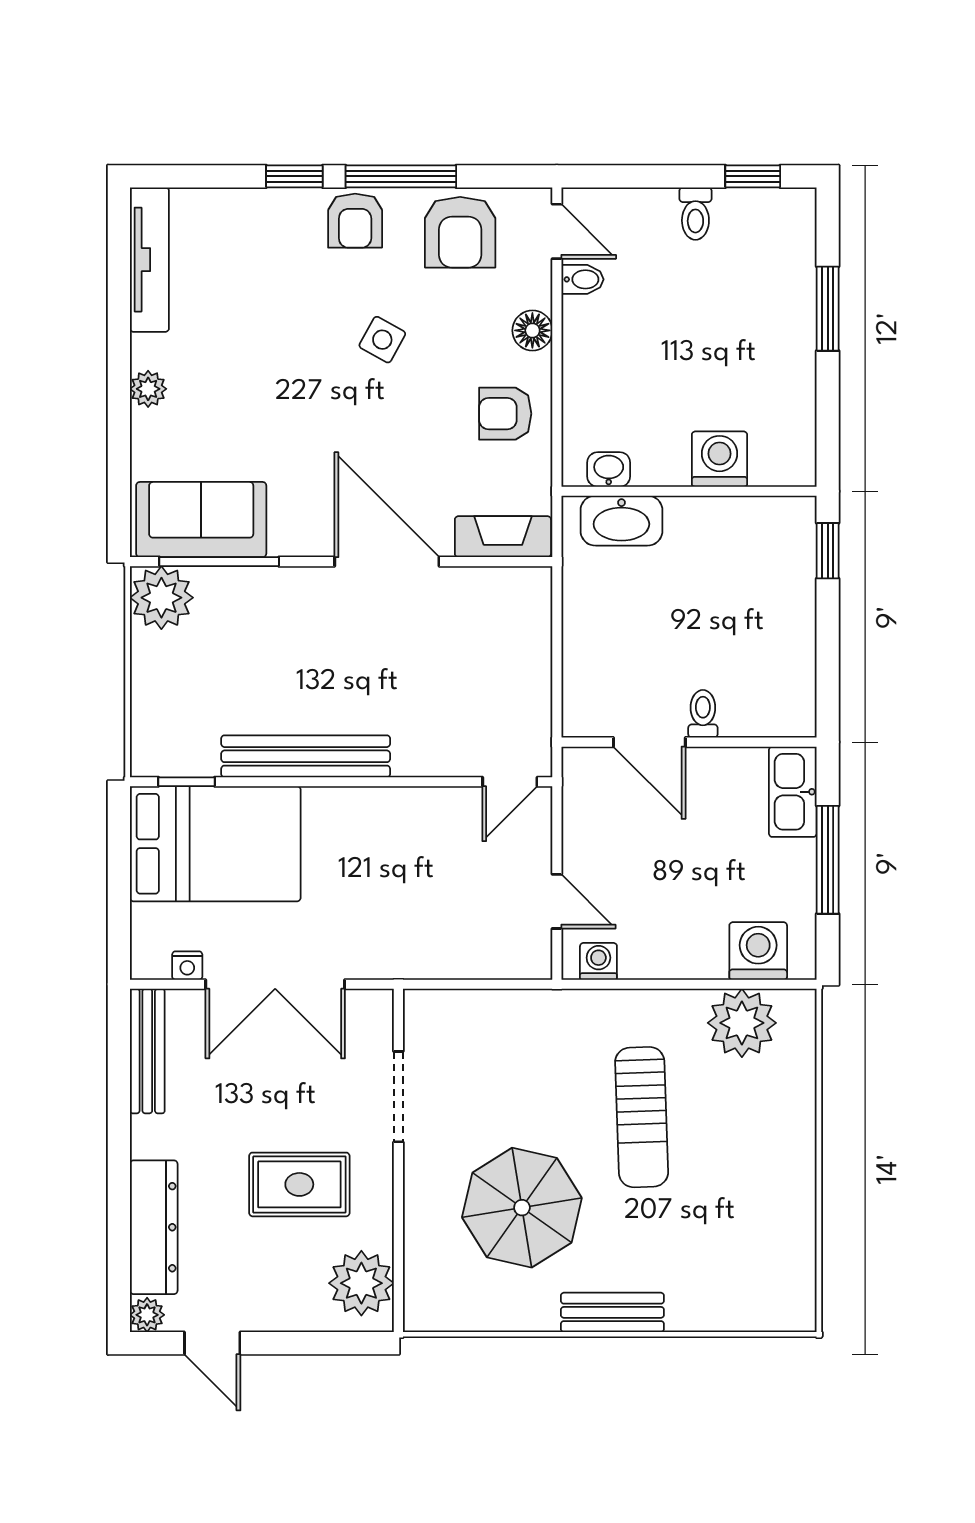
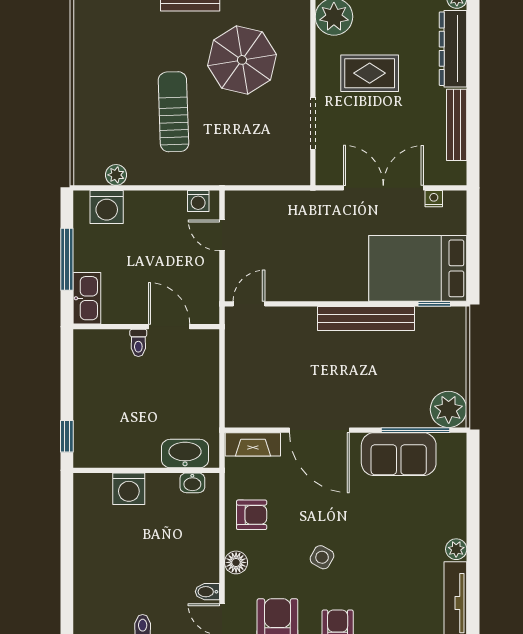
window: (828, 309) -> (67, 575), removed
plant: (148, 389) -> (456, 549), moved
sofa: (201, 520) -> (399, 454), moved
plant: (742, 1023) -> (116, 175), width x0.53, depth x0.53
bench: (147, 1051) -> (457, 125), moved

